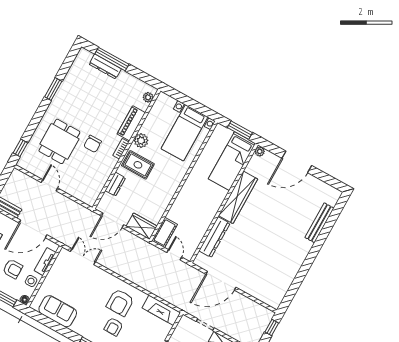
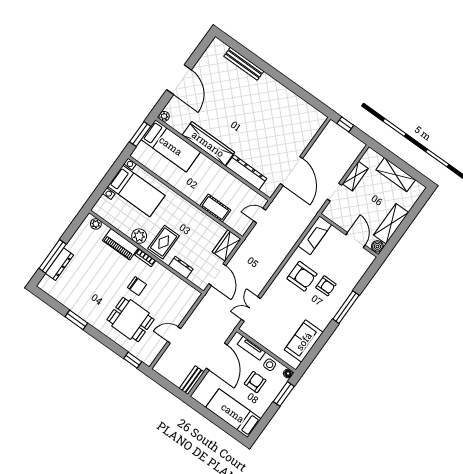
cot: (165, 233) -> (215, 208), moved

